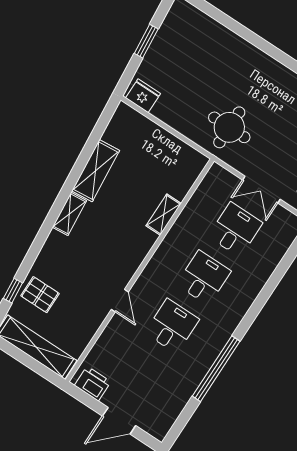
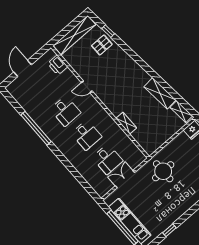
shelving: (69, 214) -> (181, 112), moved
printer: (93, 383) -> (58, 65), moved, turned 90

